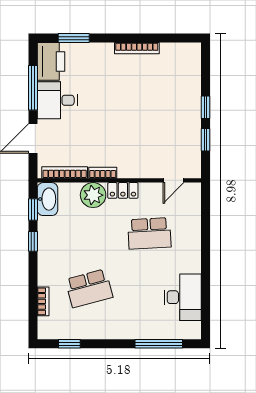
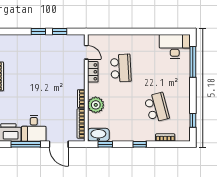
locker: (123, 190) -> (93, 72), moved
window: (33, 241) -> (140, 144), moved
desk: (183, 297) -> (175, 46), moved

